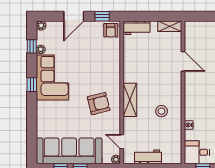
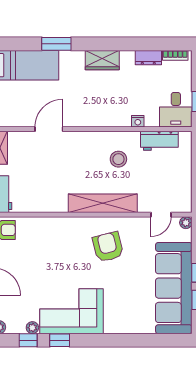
window: (32, 85) -> (60, 340), moved
shelving: (130, 100) -> (103, 203), width x1.47
workbench: (148, 157) -> (159, 141), moved, turned -90

